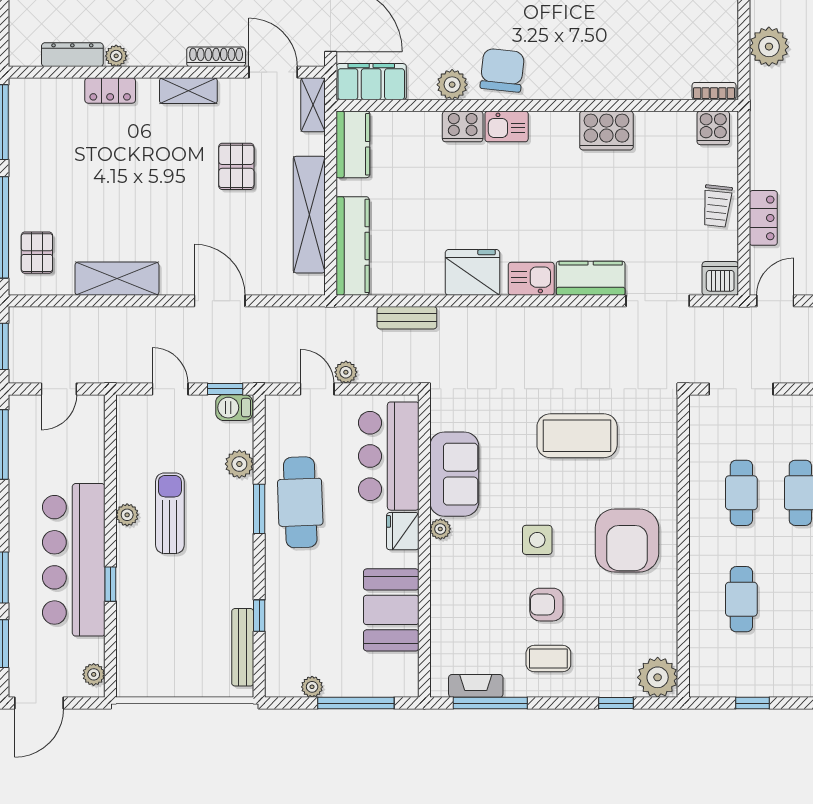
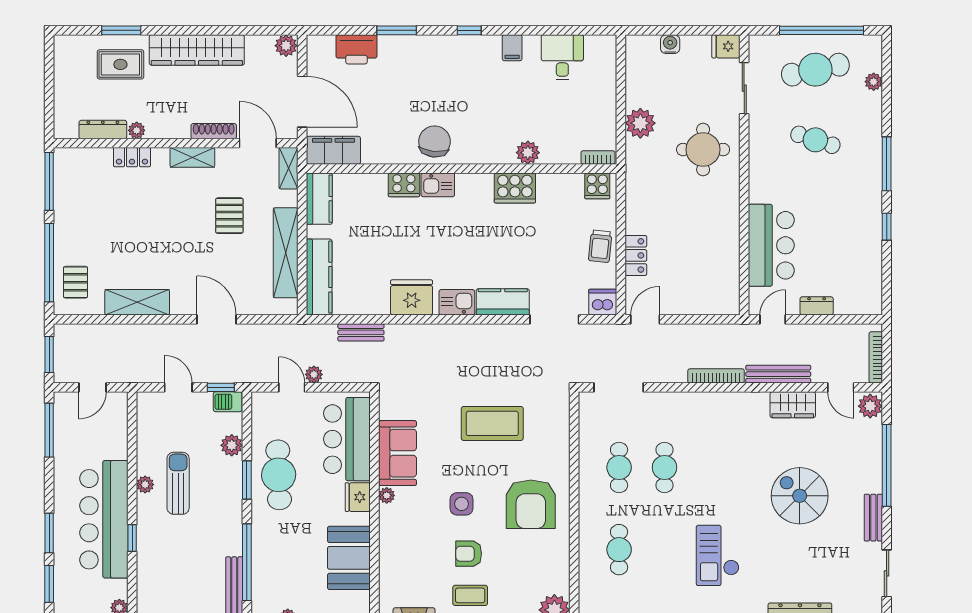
plant: (452, 85) -> (528, 153), moved
window: (259, 616) -> (247, 562), width x3.17

